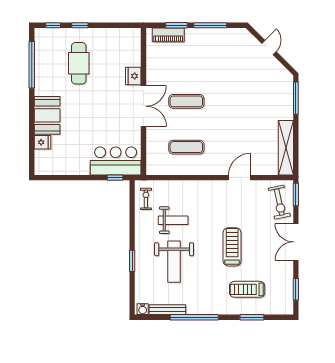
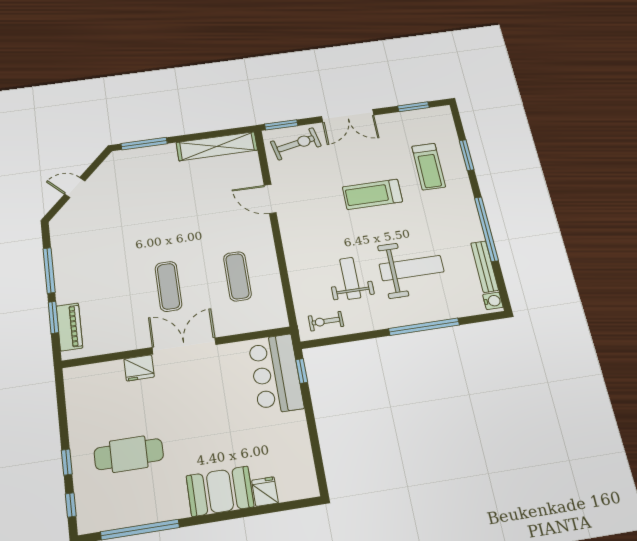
window: (132, 261) -> (424, 327), width x2.11

